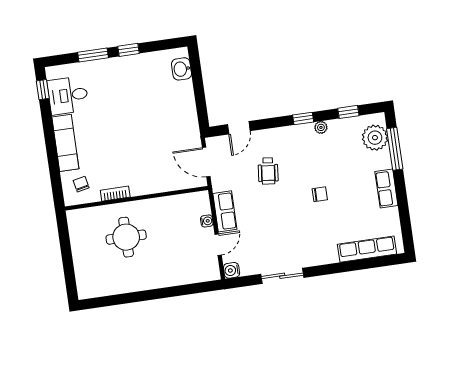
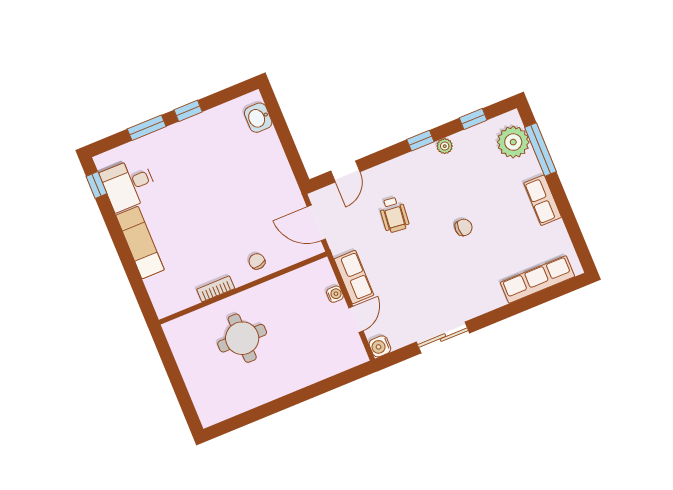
chair: (81, 184) -> (257, 261), moved

